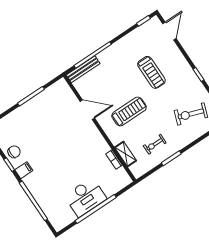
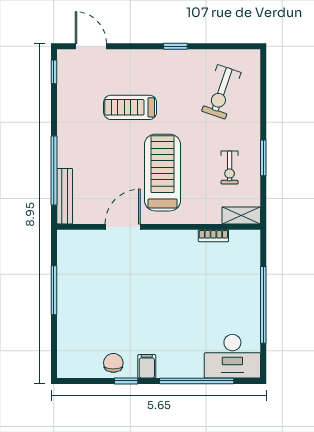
treadmill: (151, 72) -> (130, 107), turned 180
treadmill: (129, 111) -> (163, 173), width x1.37, depth x1.37
shelving: (125, 154) -> (241, 215), moved
desk: (86, 197) -> (232, 356), moved, turned 90

